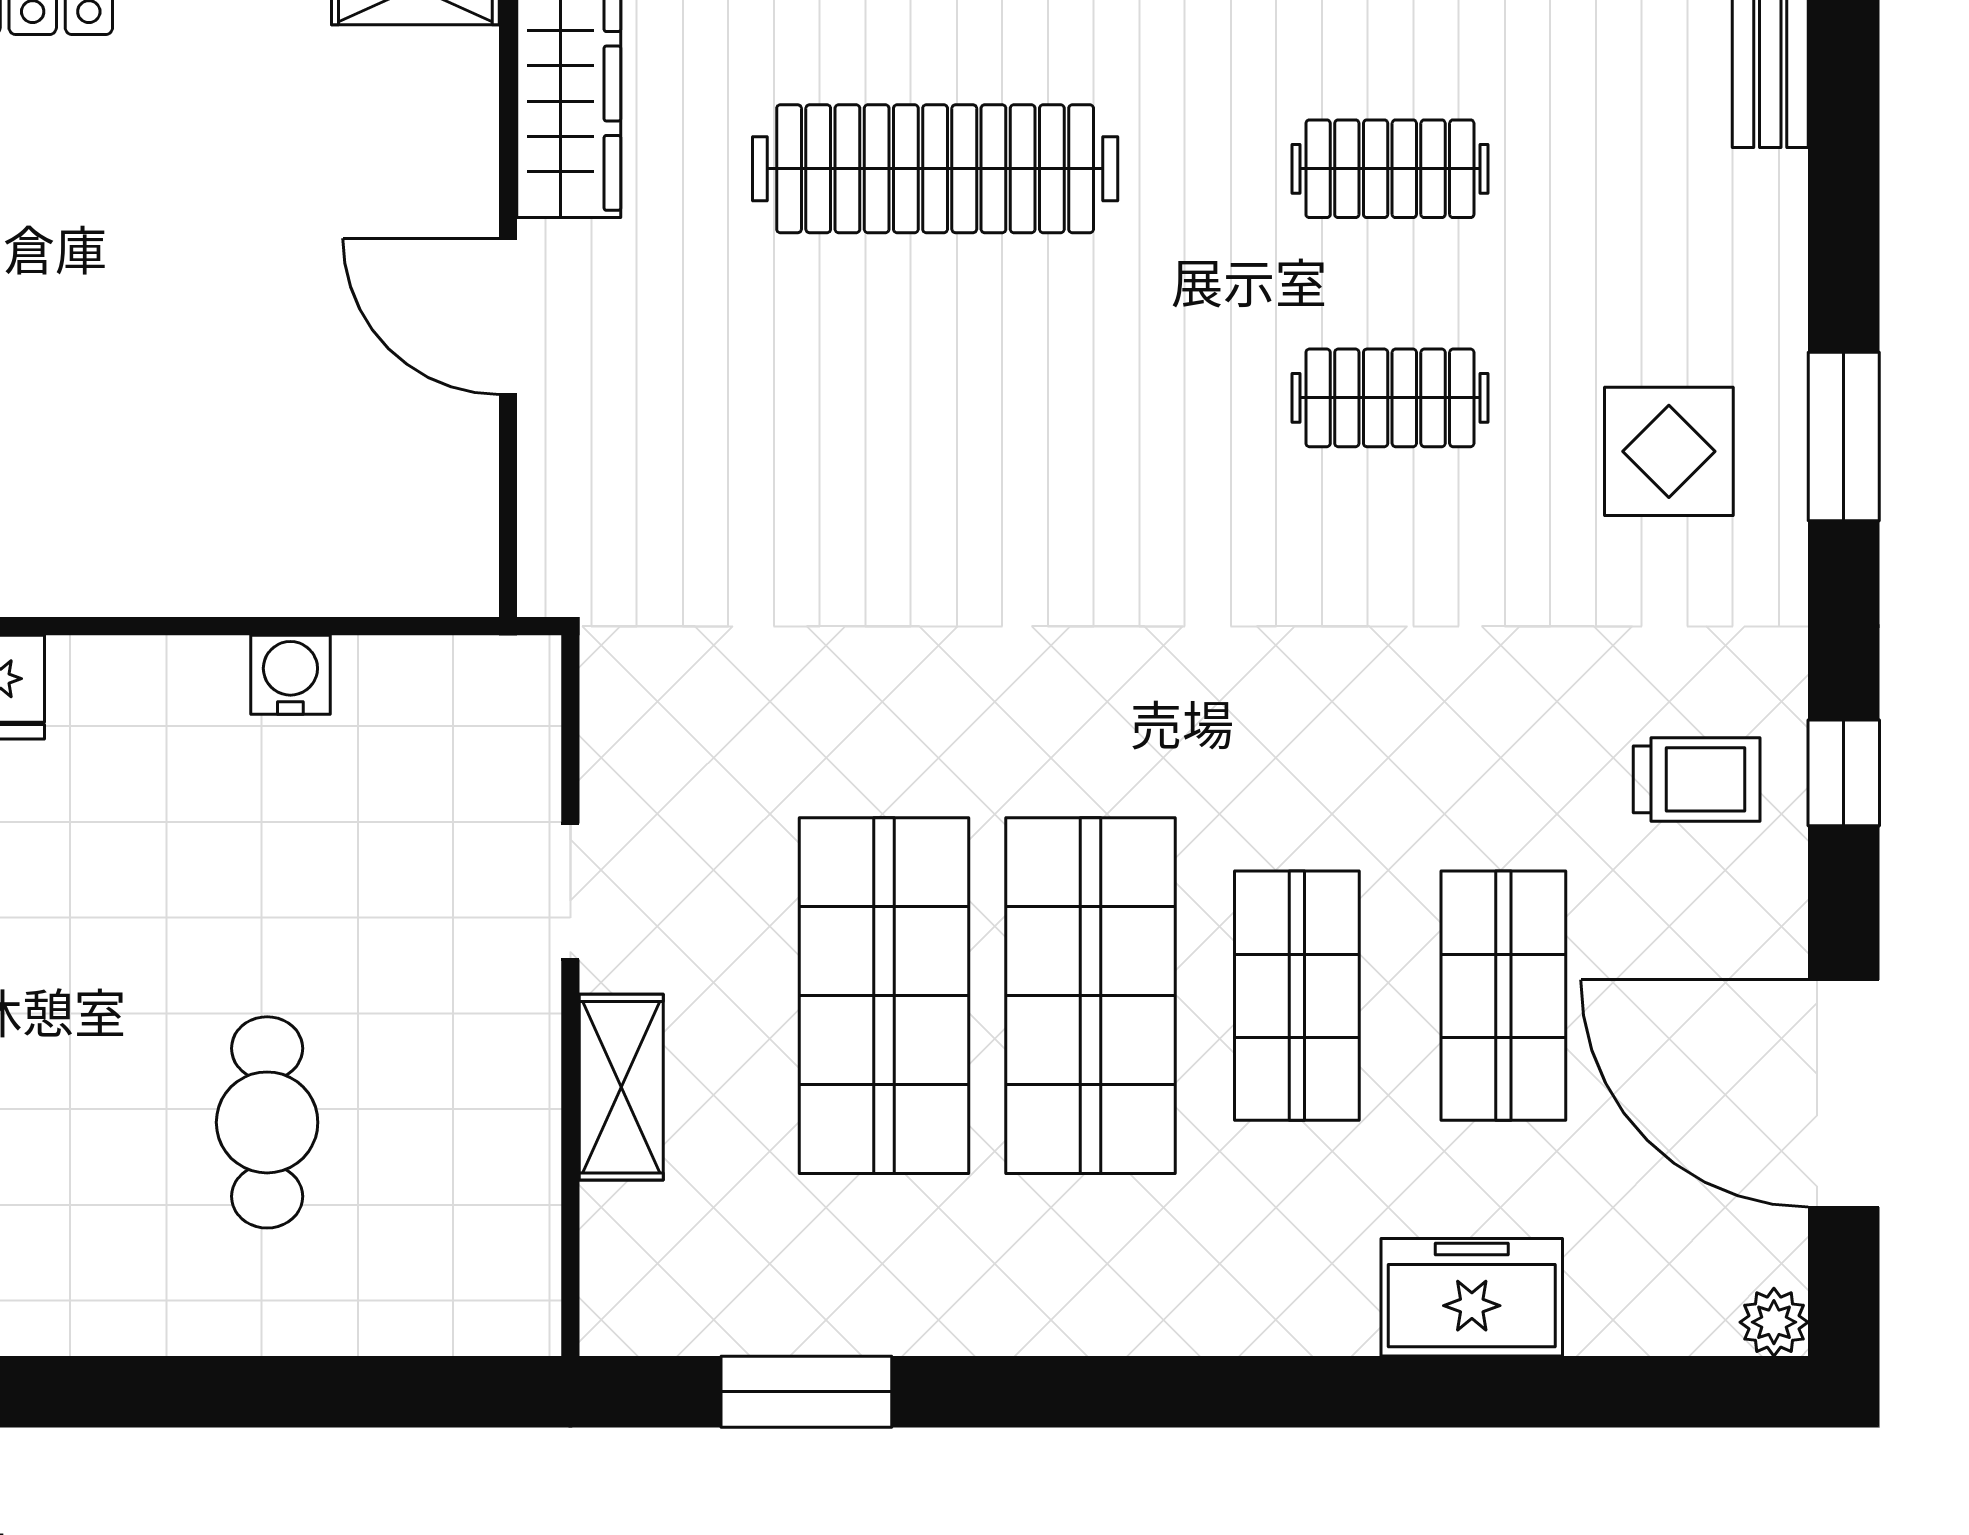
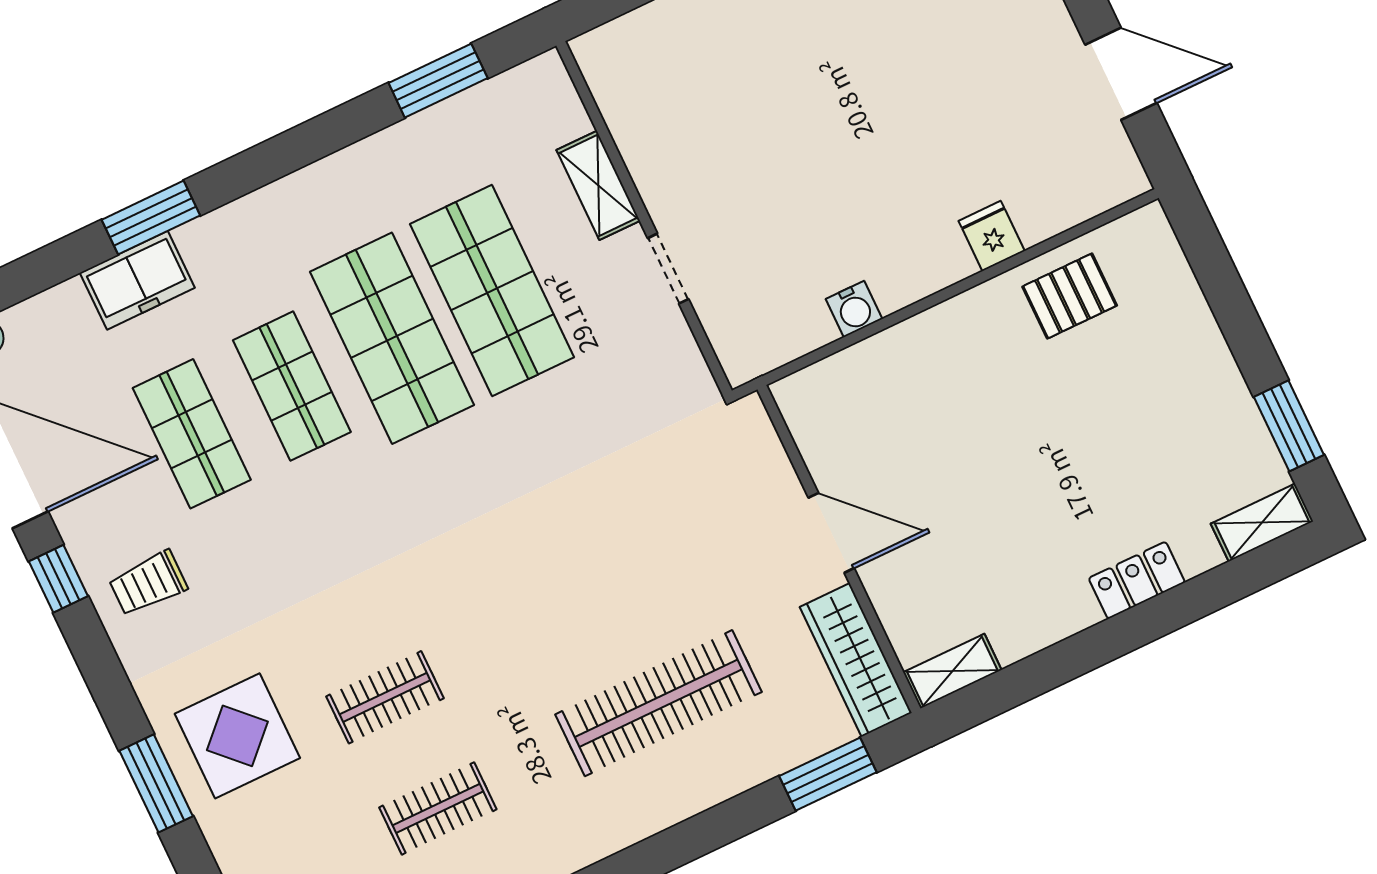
display table: (1669, 451) -> (237, 736), width x1.36, depth x1.36
window: (1844, 773) -> (58, 579), moved
cafe table: (267, 1122) -> (762, 86), removed
window: (1399, 1392) -> (151, 218), added

